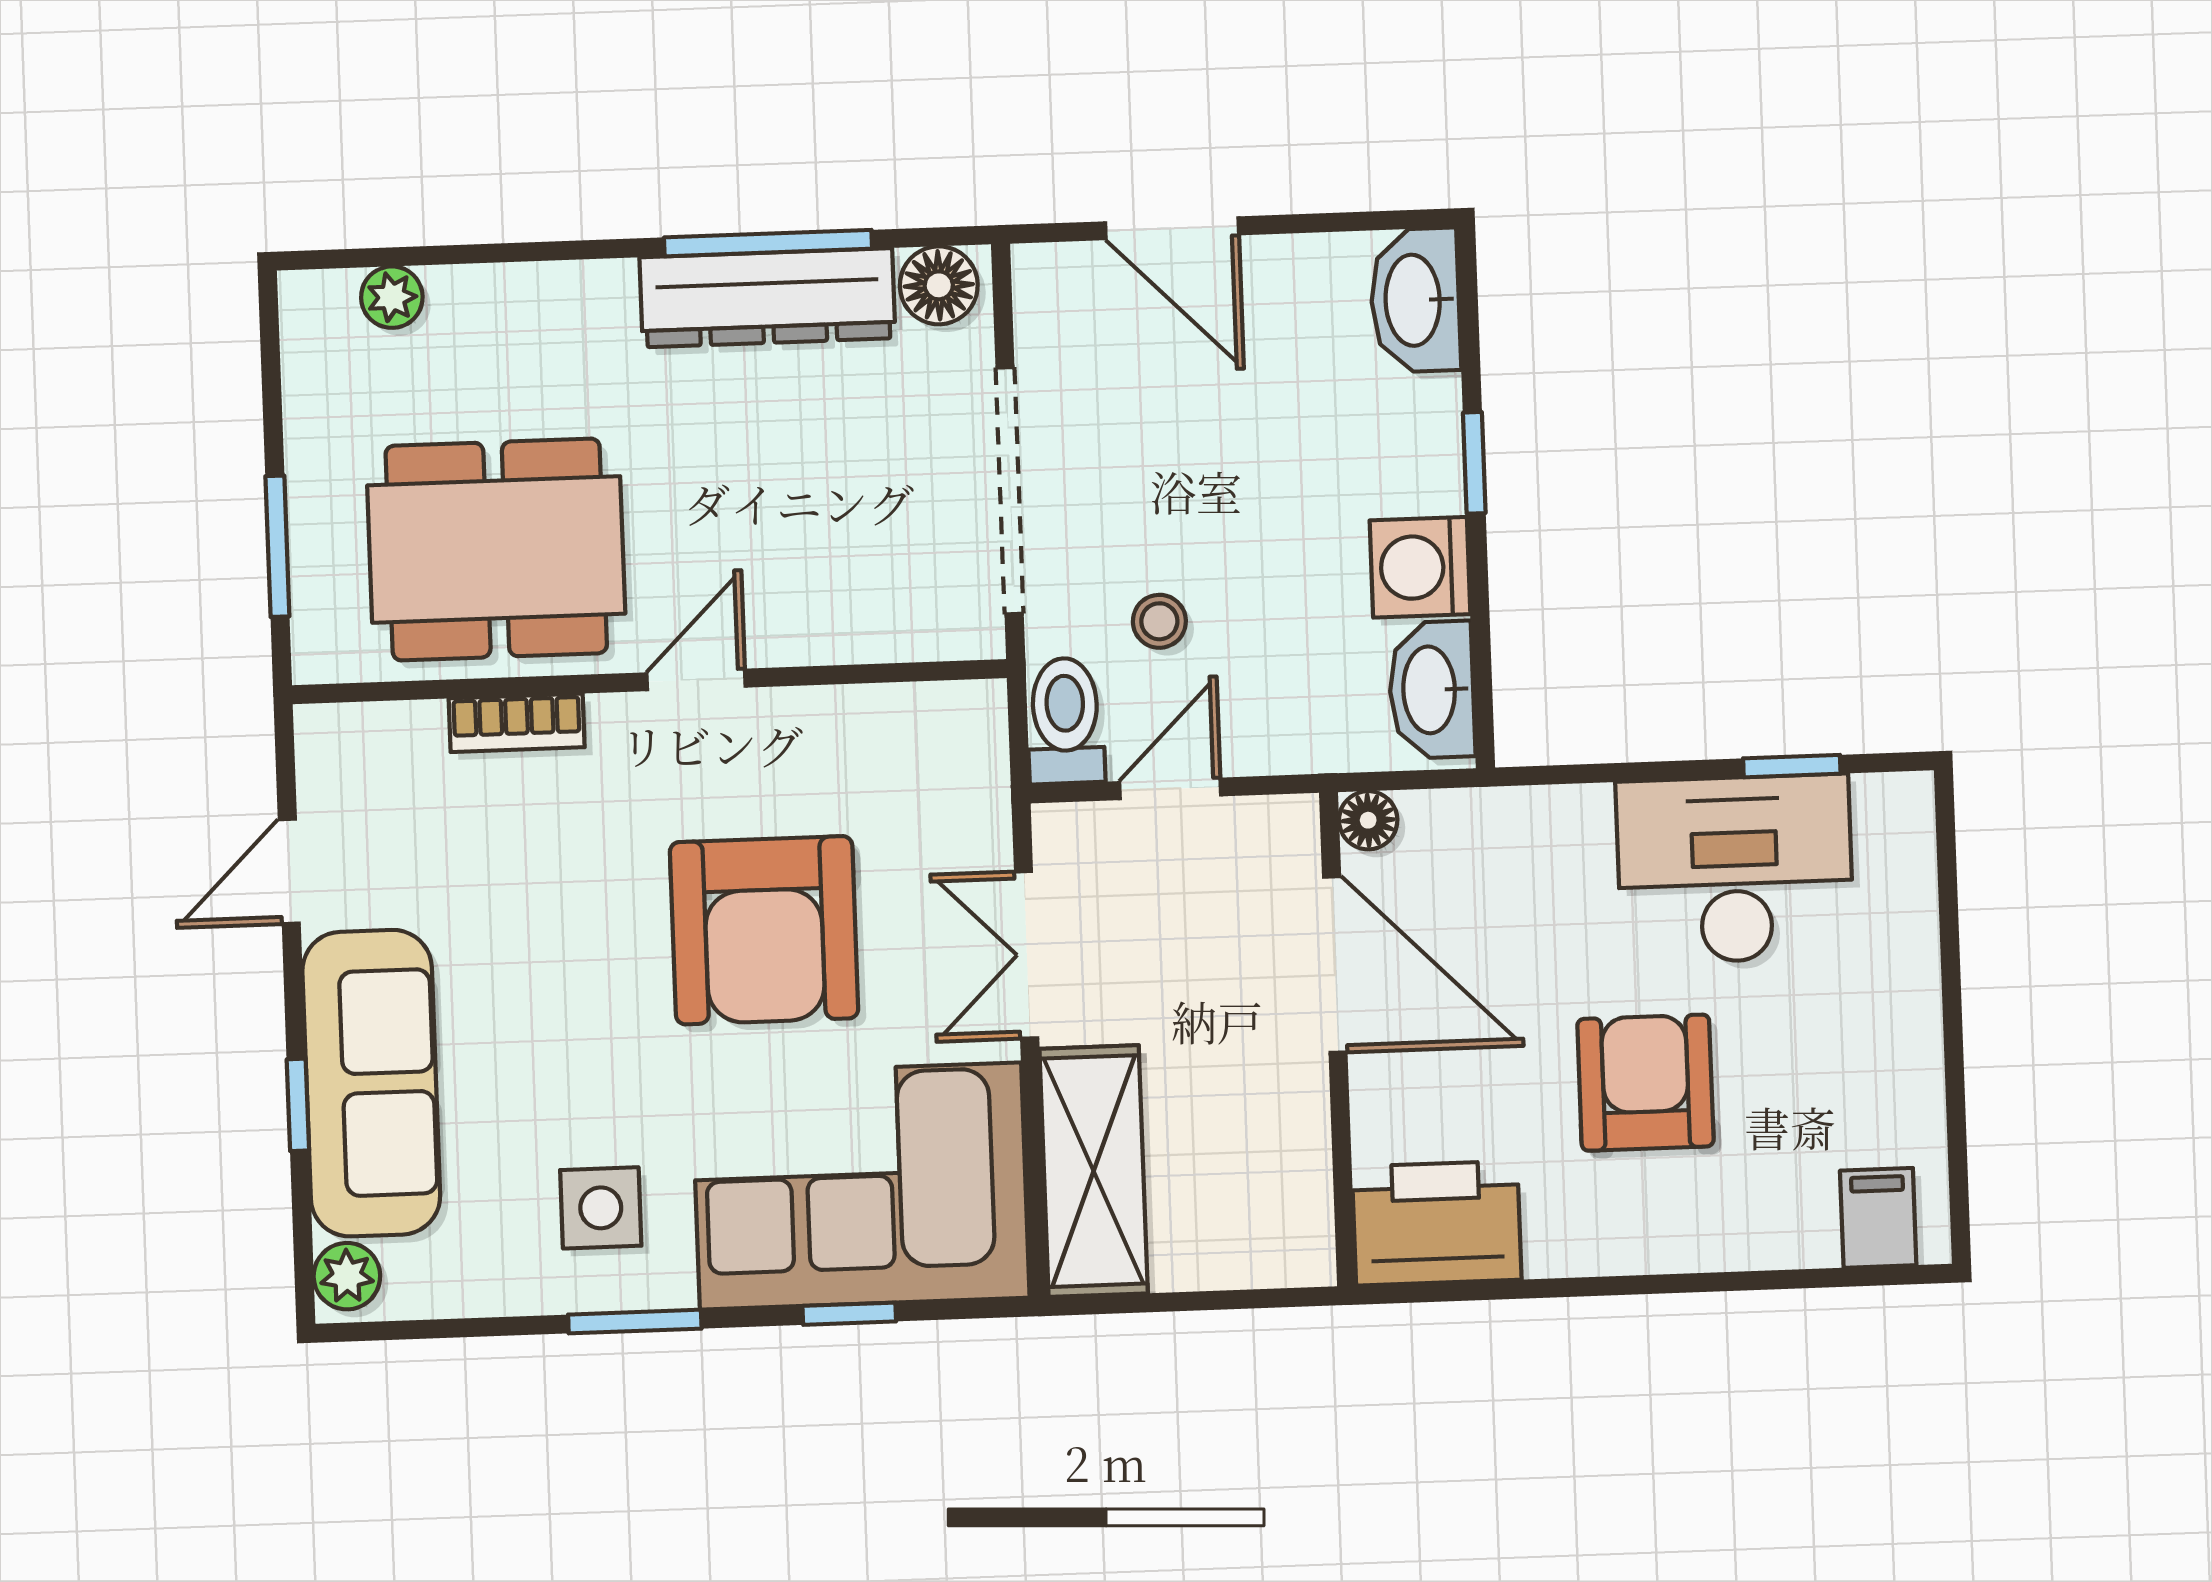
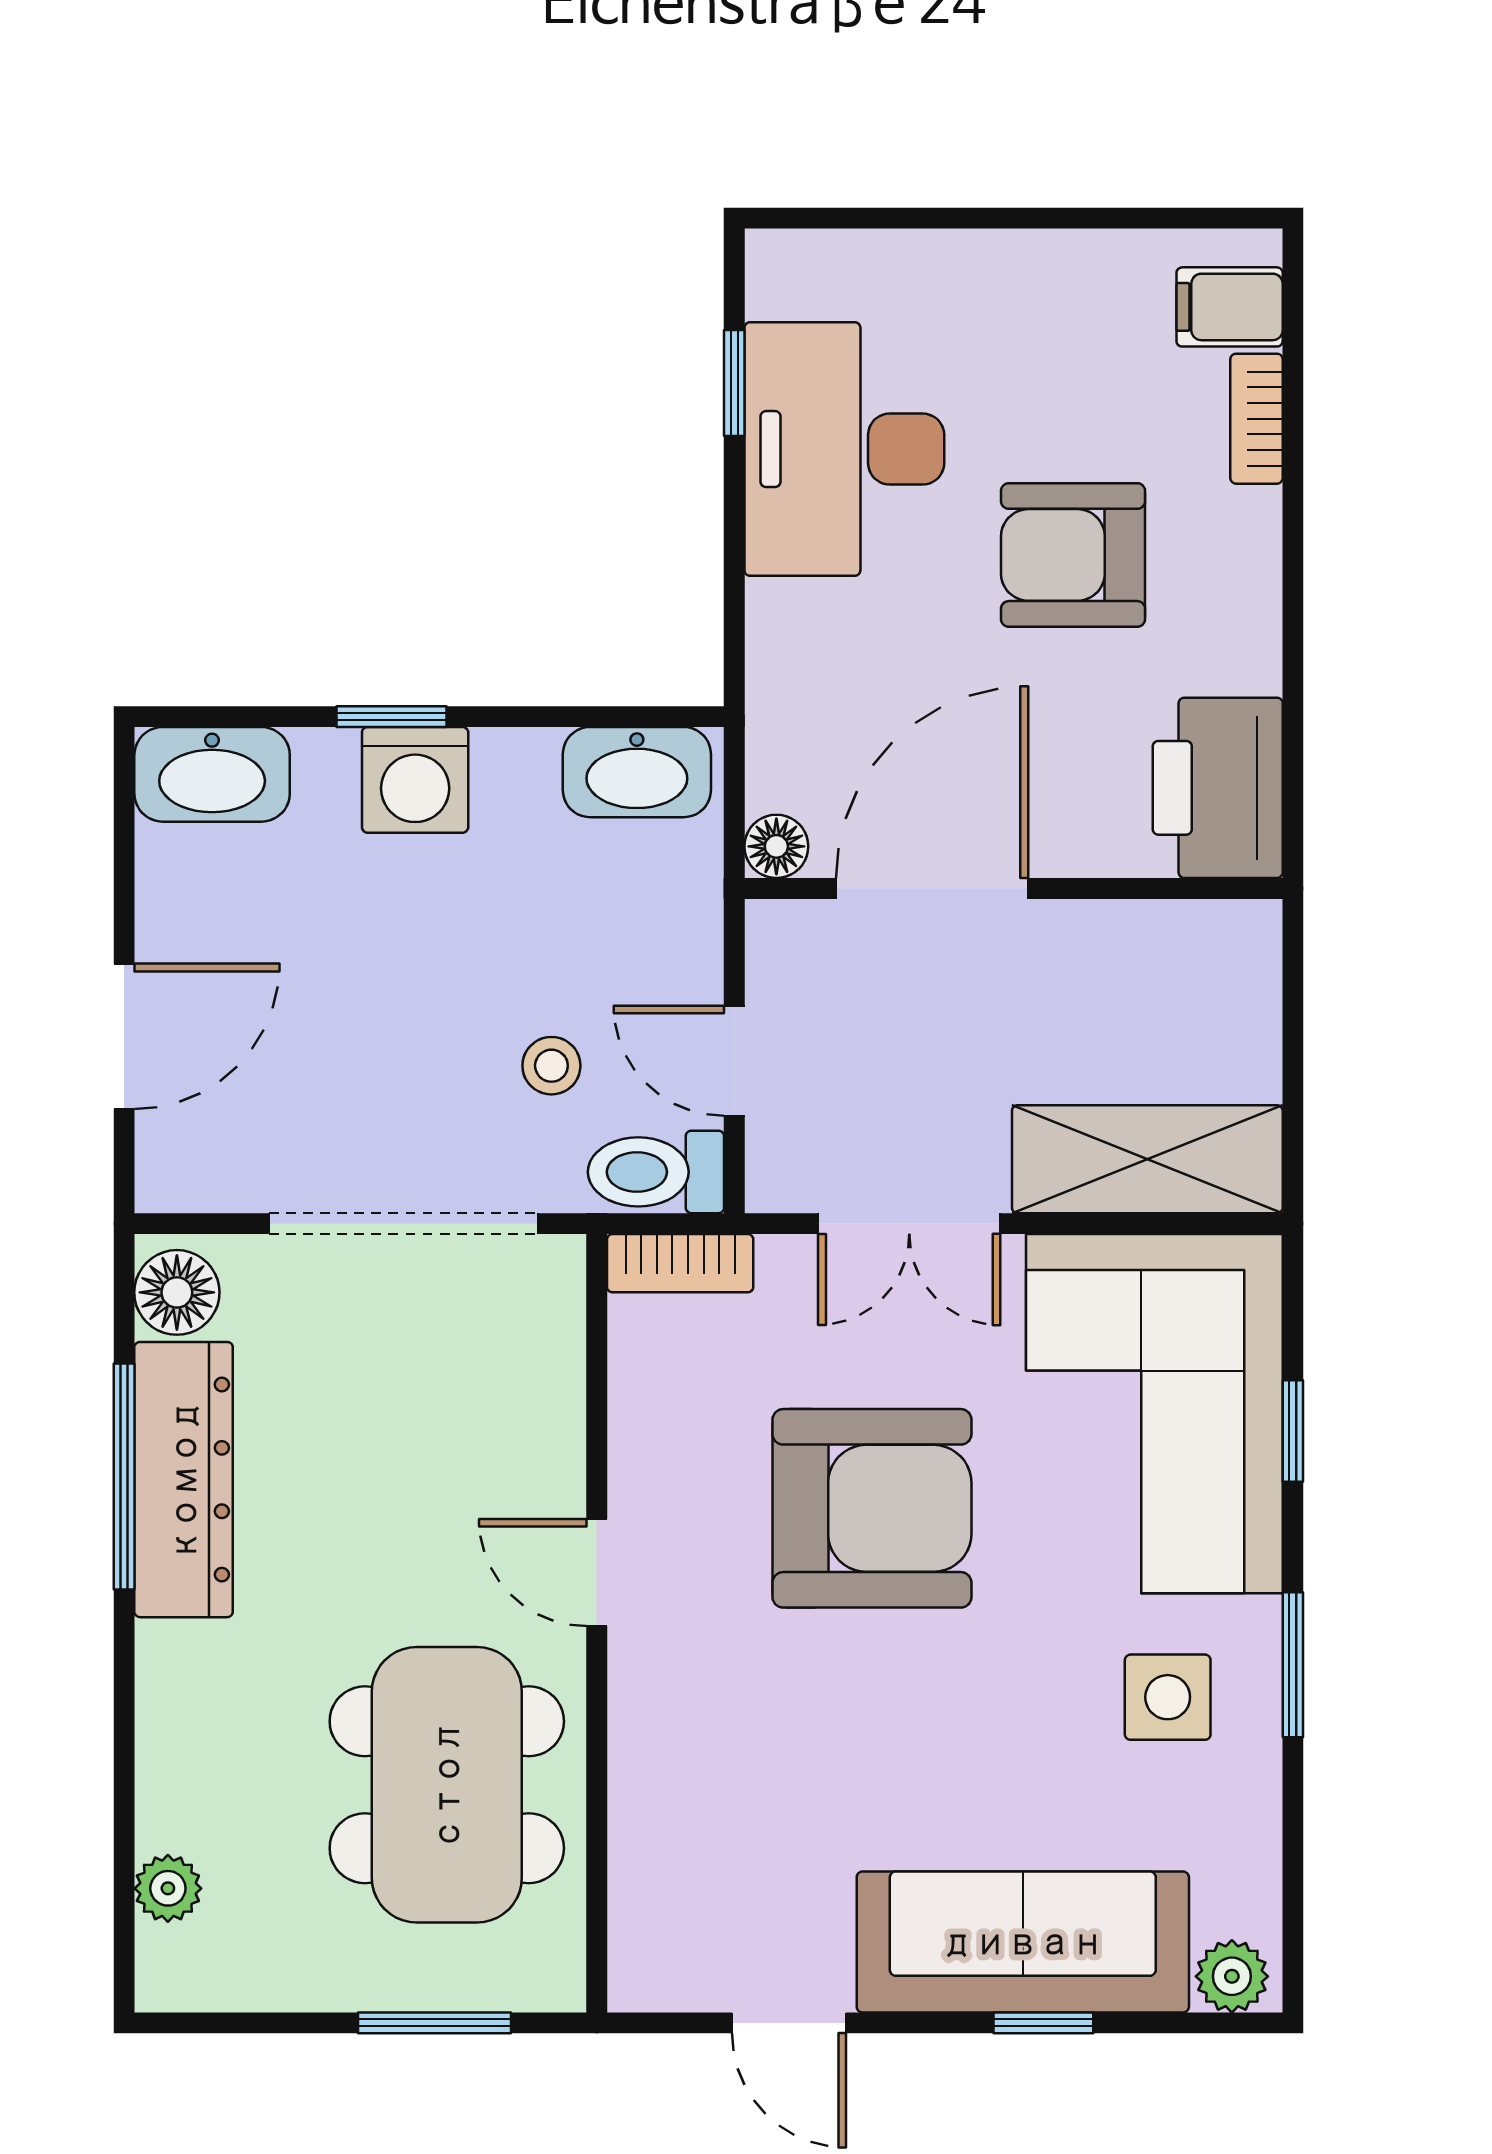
washing machine: (1420, 567) -> (415, 780), moved
bookcase: (517, 723) -> (680, 1263), moved, turned 90
bookcase: (1777, 1246) -> (1256, 419), added

